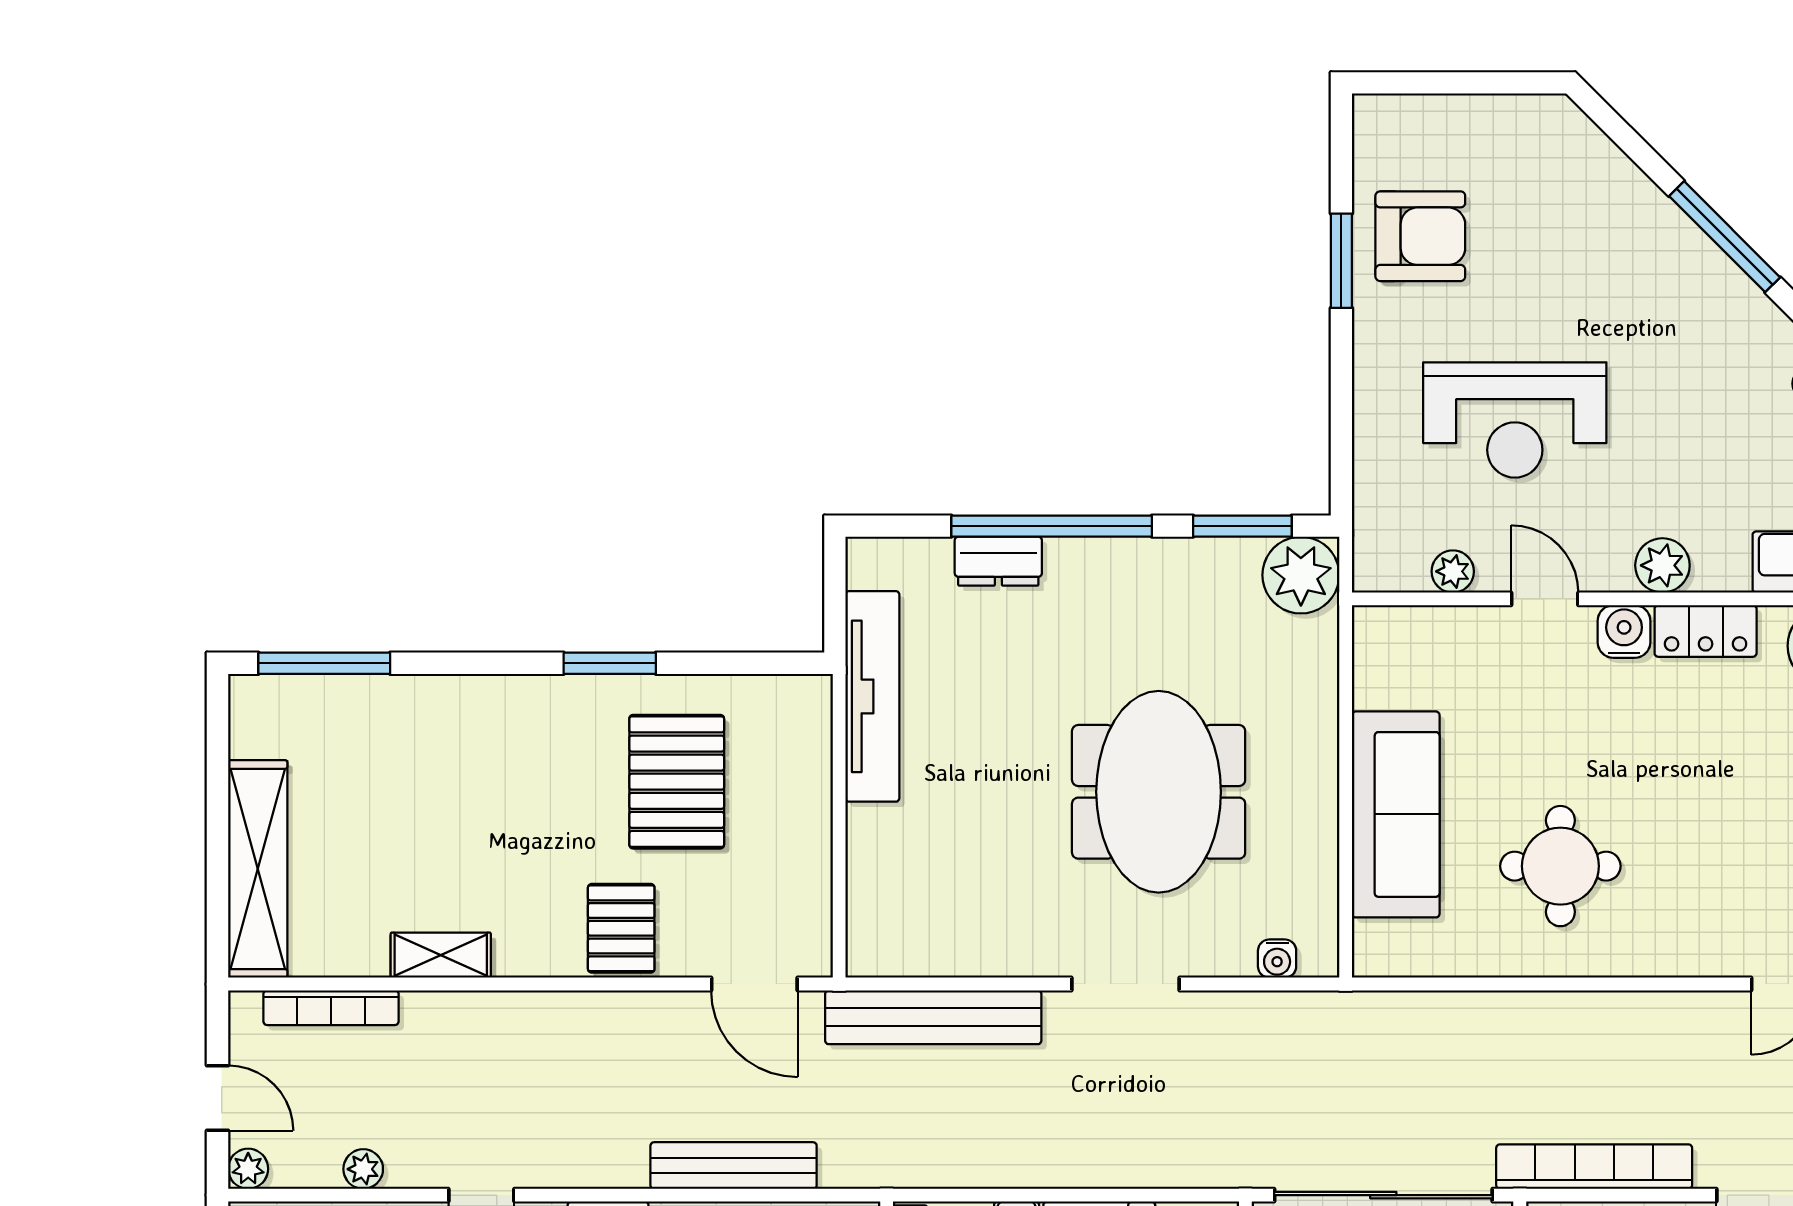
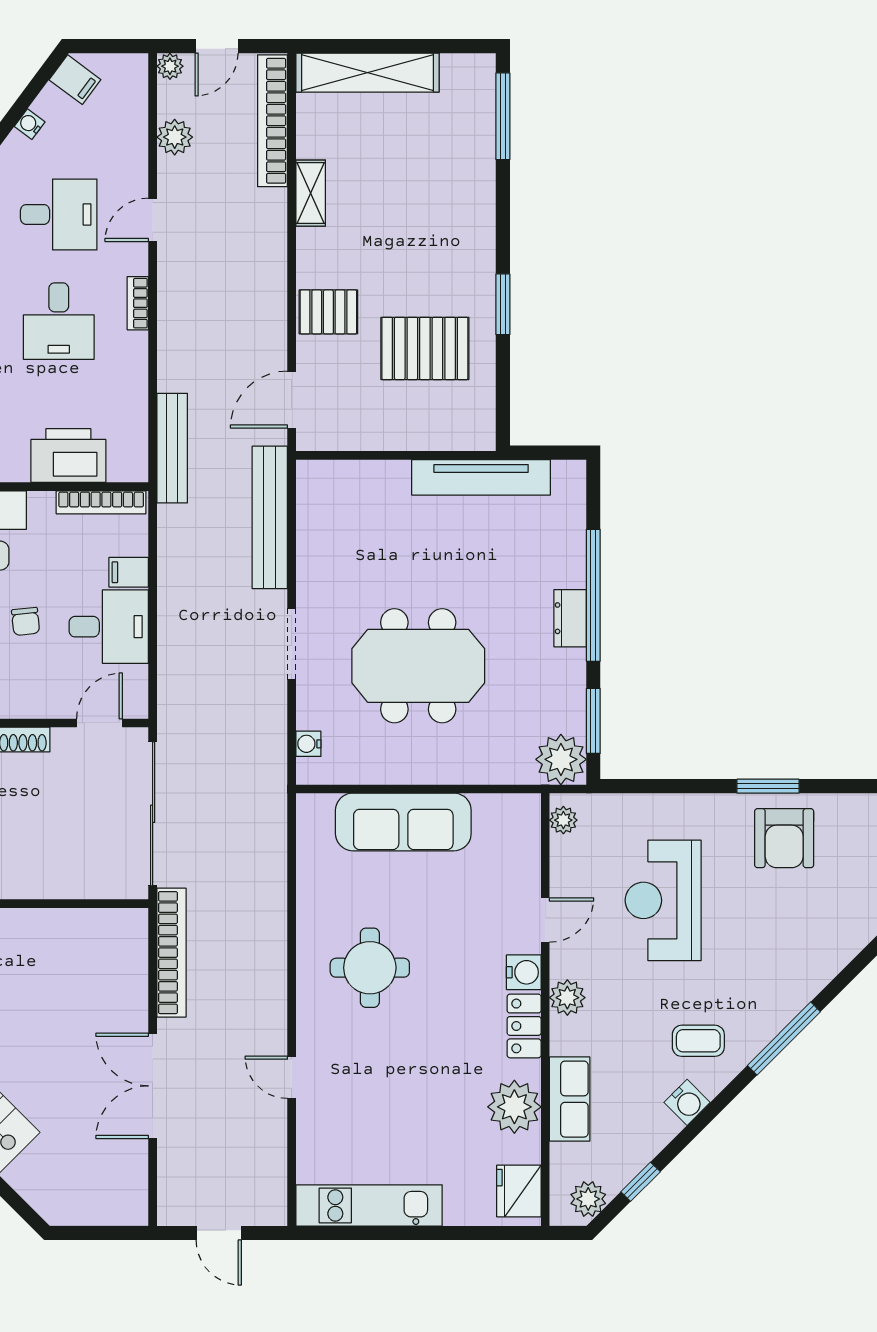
coffee table: (1728, 367) -> (698, 1041), added
dresser: (998, 561) -> (570, 618), moved
plant: (1453, 571) -> (563, 820), moved
round table: (1560, 866) -> (370, 968), moved
bookcase: (331, 1008) -> (272, 121), width x1.48, depth x1.31
bench: (734, 1166) -> (172, 448), moved
plant: (363, 1169) -> (175, 137), width x1.38, depth x1.38

